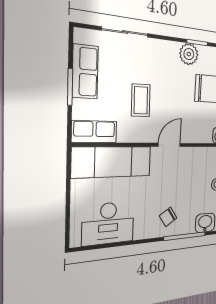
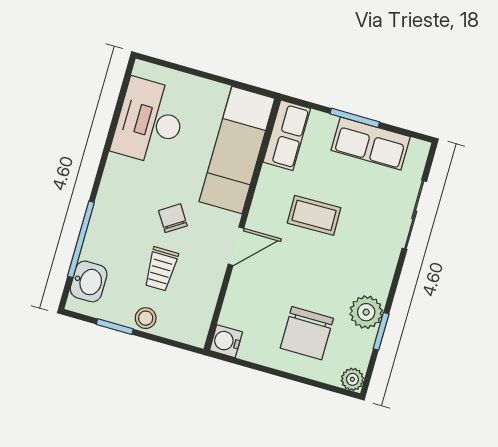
door: (169, 145) -> (236, 246), hinge flipped
trolley: (191, 185) -> (161, 269), added
chair: (168, 217) -> (173, 218), moved

